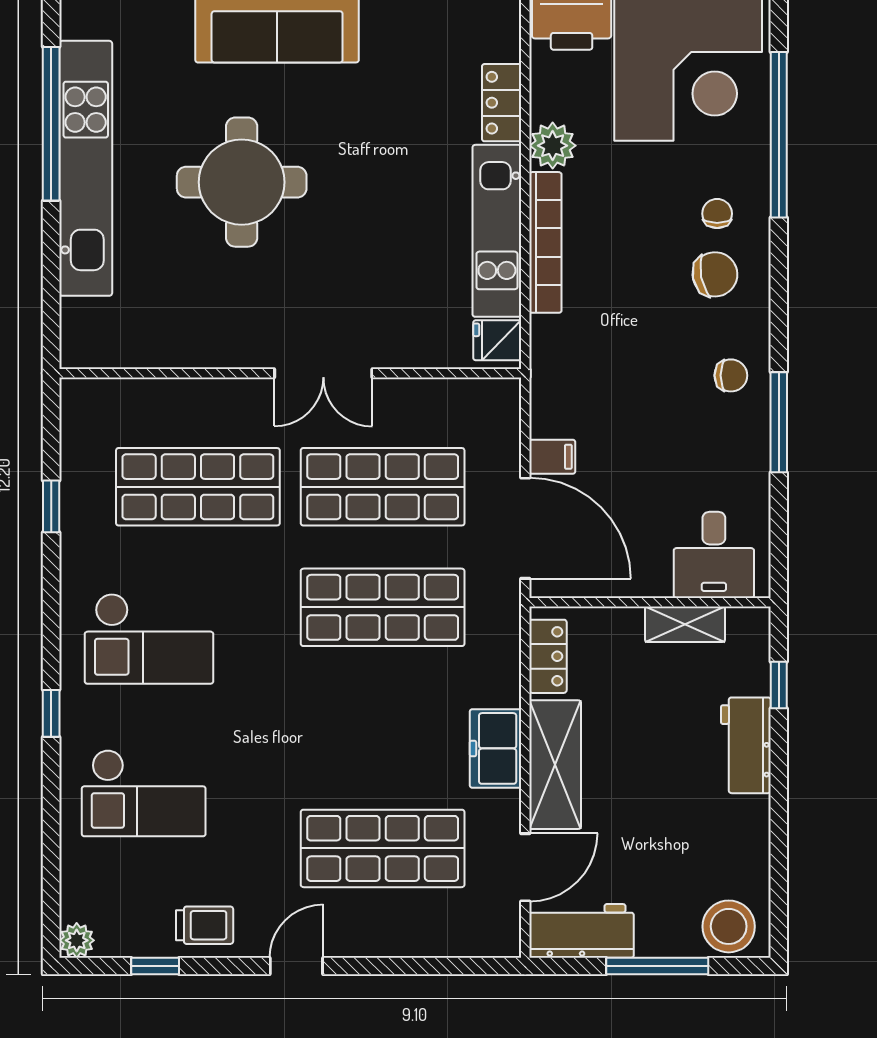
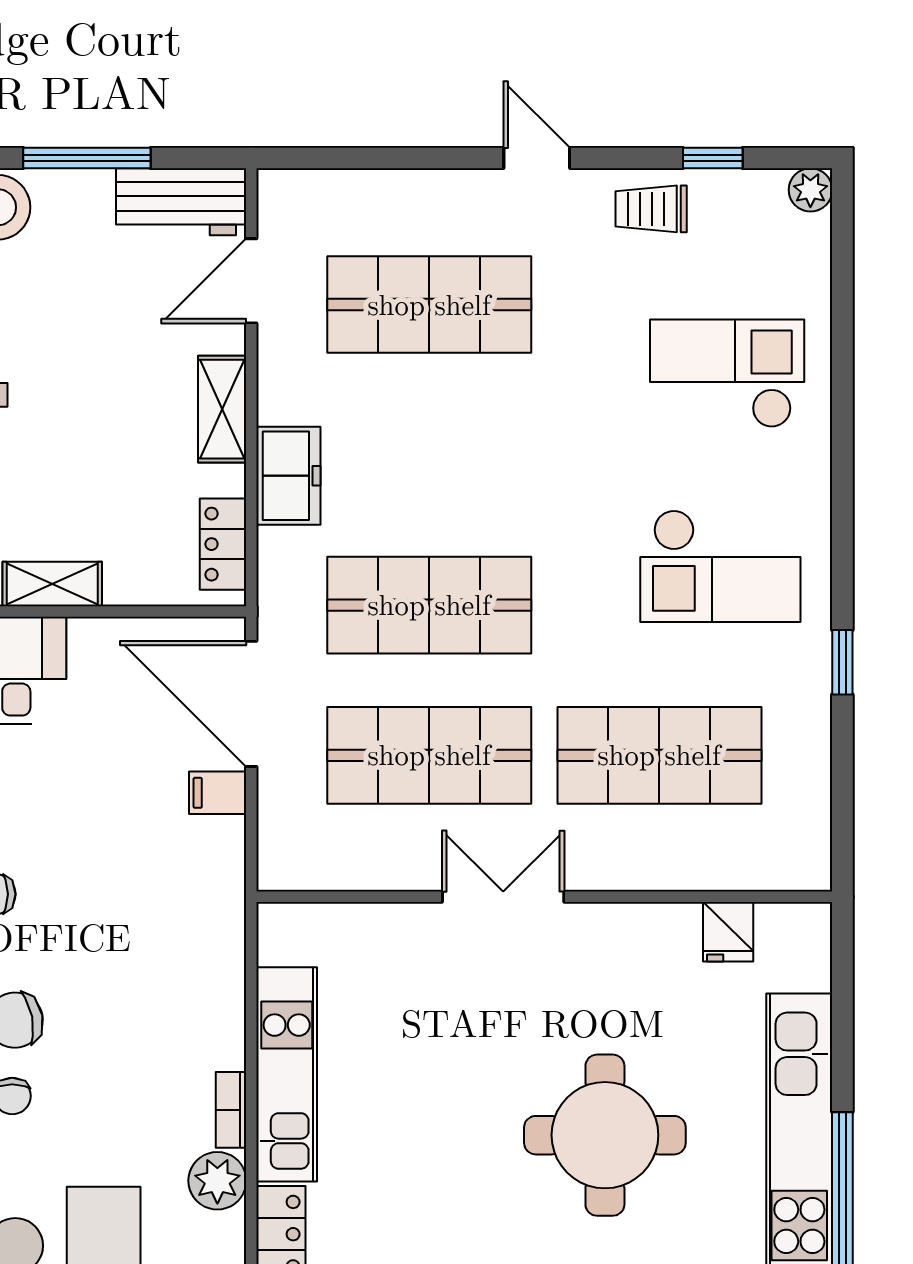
bookcase: (545, 242) -> (231, 1110), width x0.43, depth x0.76
fridge: (497, 340) -> (728, 932), moved, turned 90
window: (51, 506) -> (842, 662), moved
checkout: (149, 639) -> (720, 566), turned 180
window: (51, 713) -> (842, 473), removed
freezer: (496, 748) -> (288, 476), moved
shelving: (555, 765) -> (222, 409), width x0.67, depth x0.75
door: (296, 966) -> (537, 158), swing flipped

